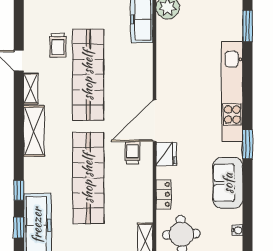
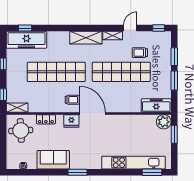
kitchen unit: (232, 91) -> (133, 163), moved
window: (19, 190) -> (159, 28), moved

